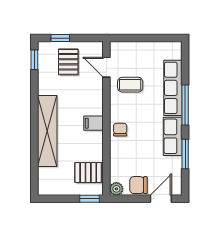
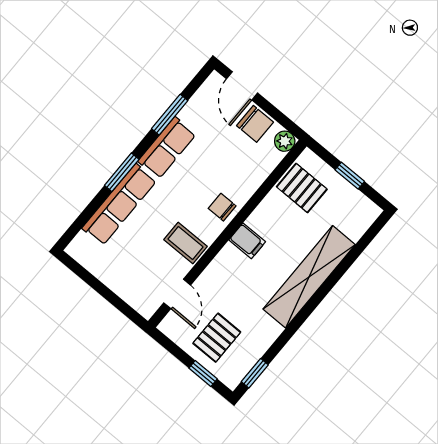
coffee table: (130, 85) -> (185, 243), moved
window: (185, 105) -> (122, 172), width x0.69
chair: (120, 130) -> (222, 207), turned 90
window: (90, 199) -> (350, 176), moved
door: (161, 199) -> (242, 86), hinge flipped

